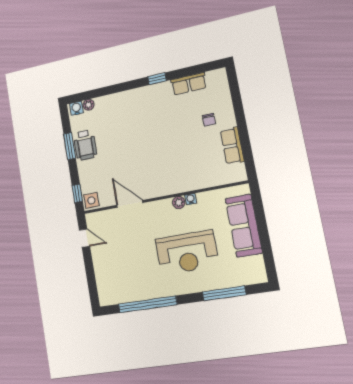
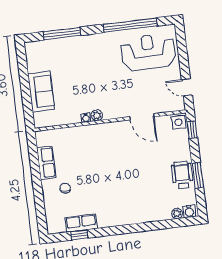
window: (157, 79) -> (79, 235), moved
sofa: (244, 226) -> (41, 92), width x0.73
reception desk: (187, 253) -> (148, 52), moved

